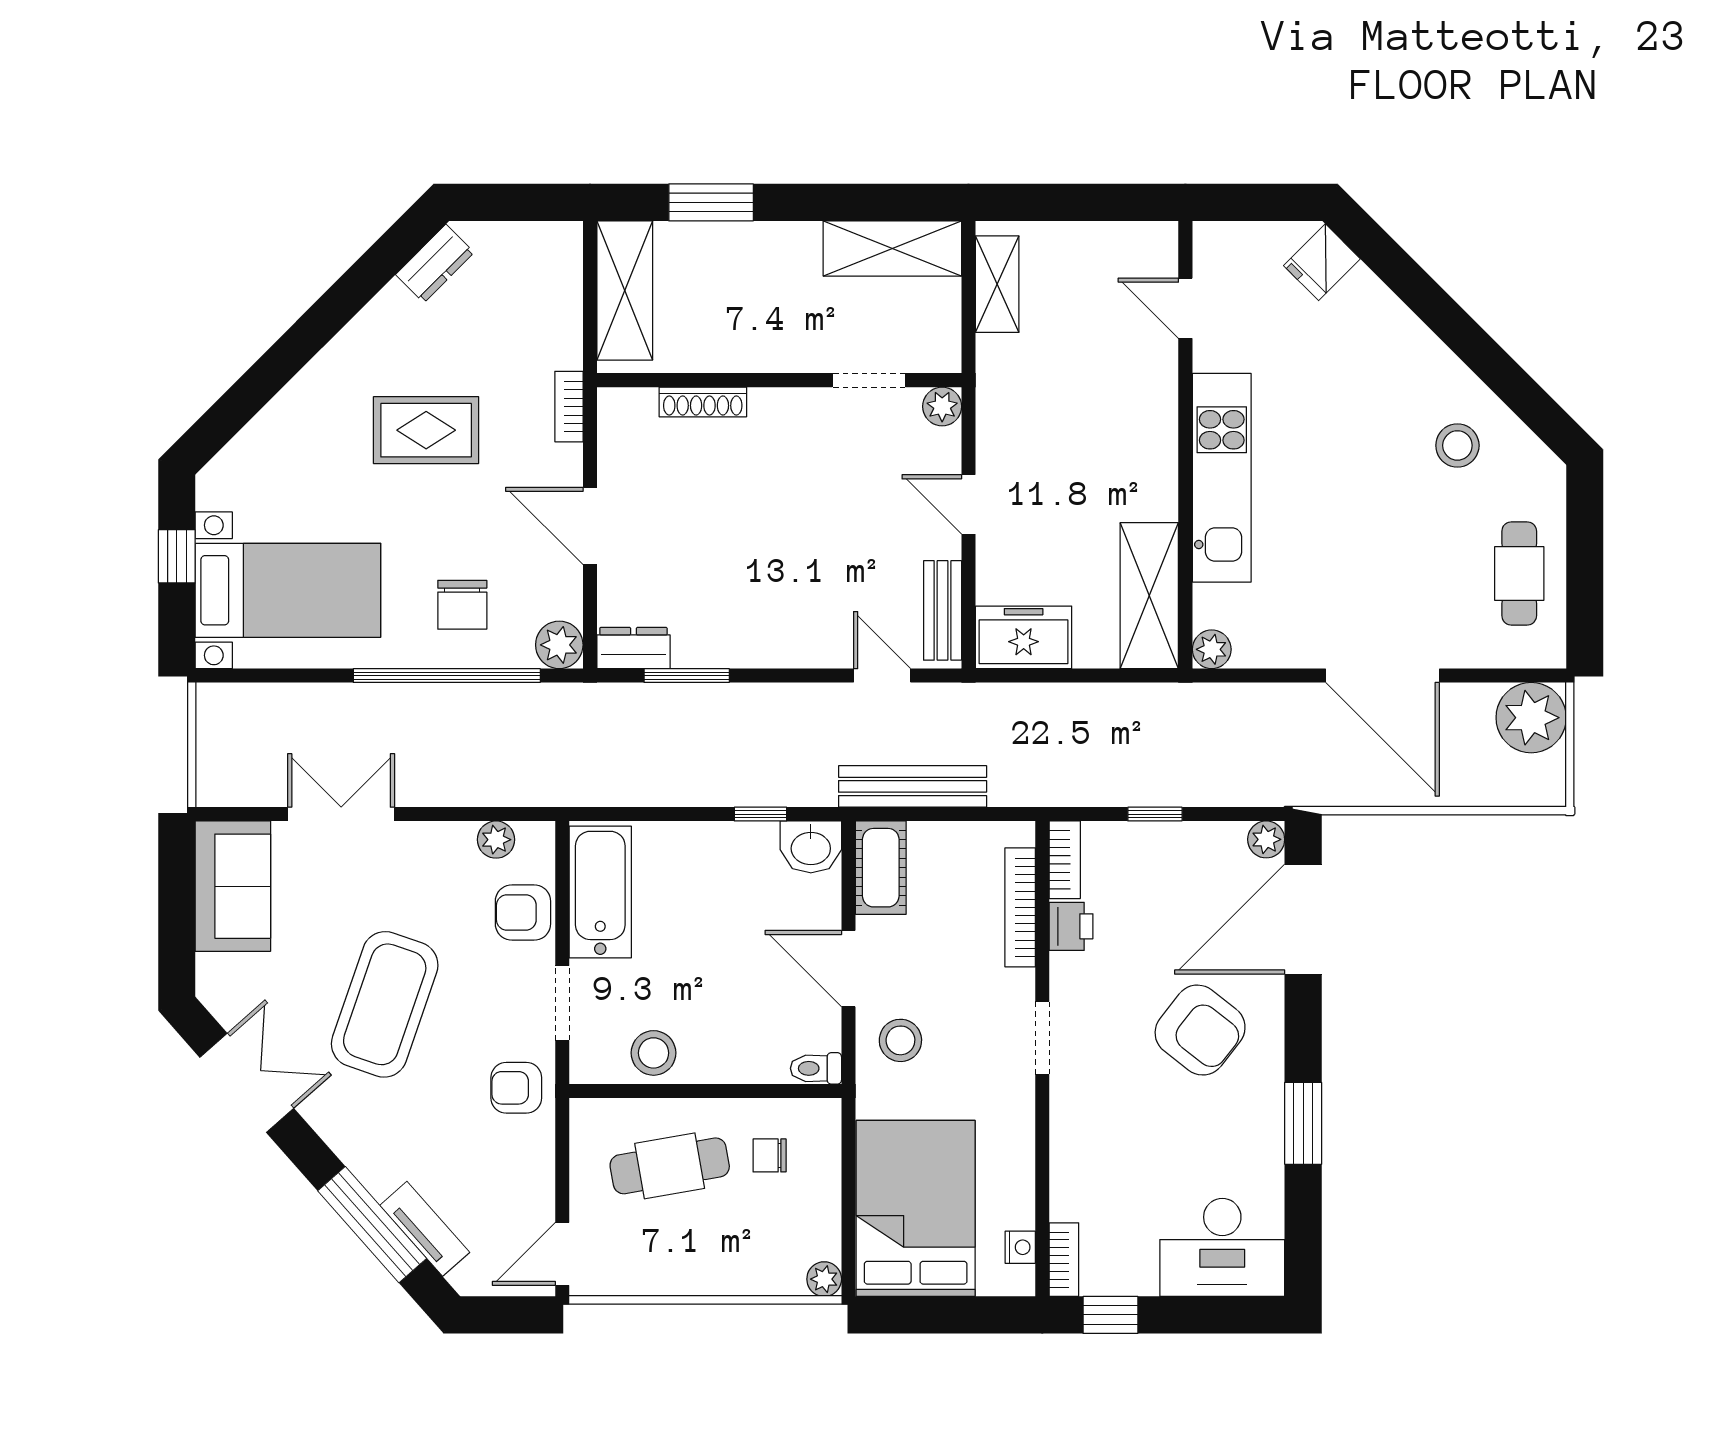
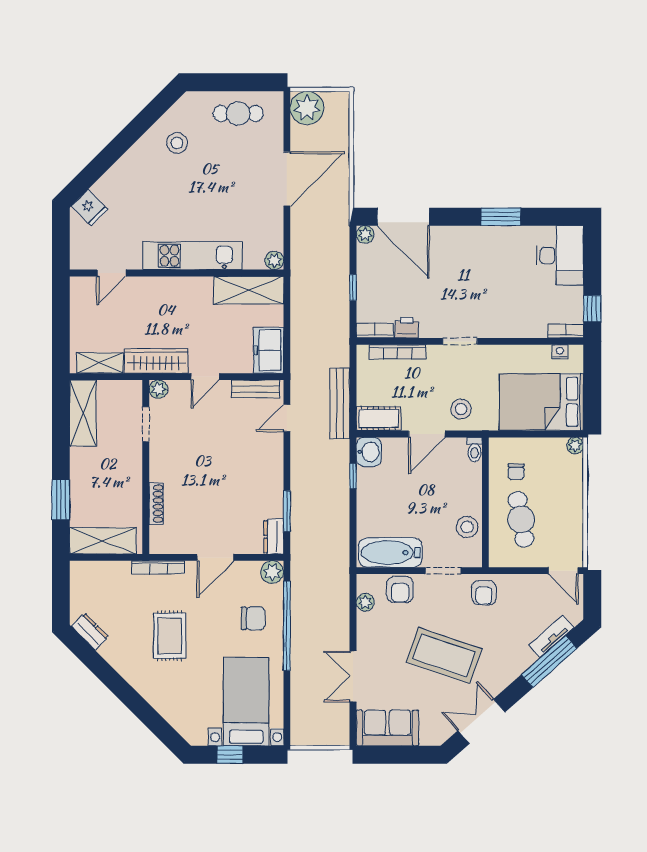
wardrobe: (1001, 403) -> (156, 361), added
bookcase: (569, 407) -> (158, 567), width x1.56
armchair: (1200, 1030) -> (456, 266), removed

